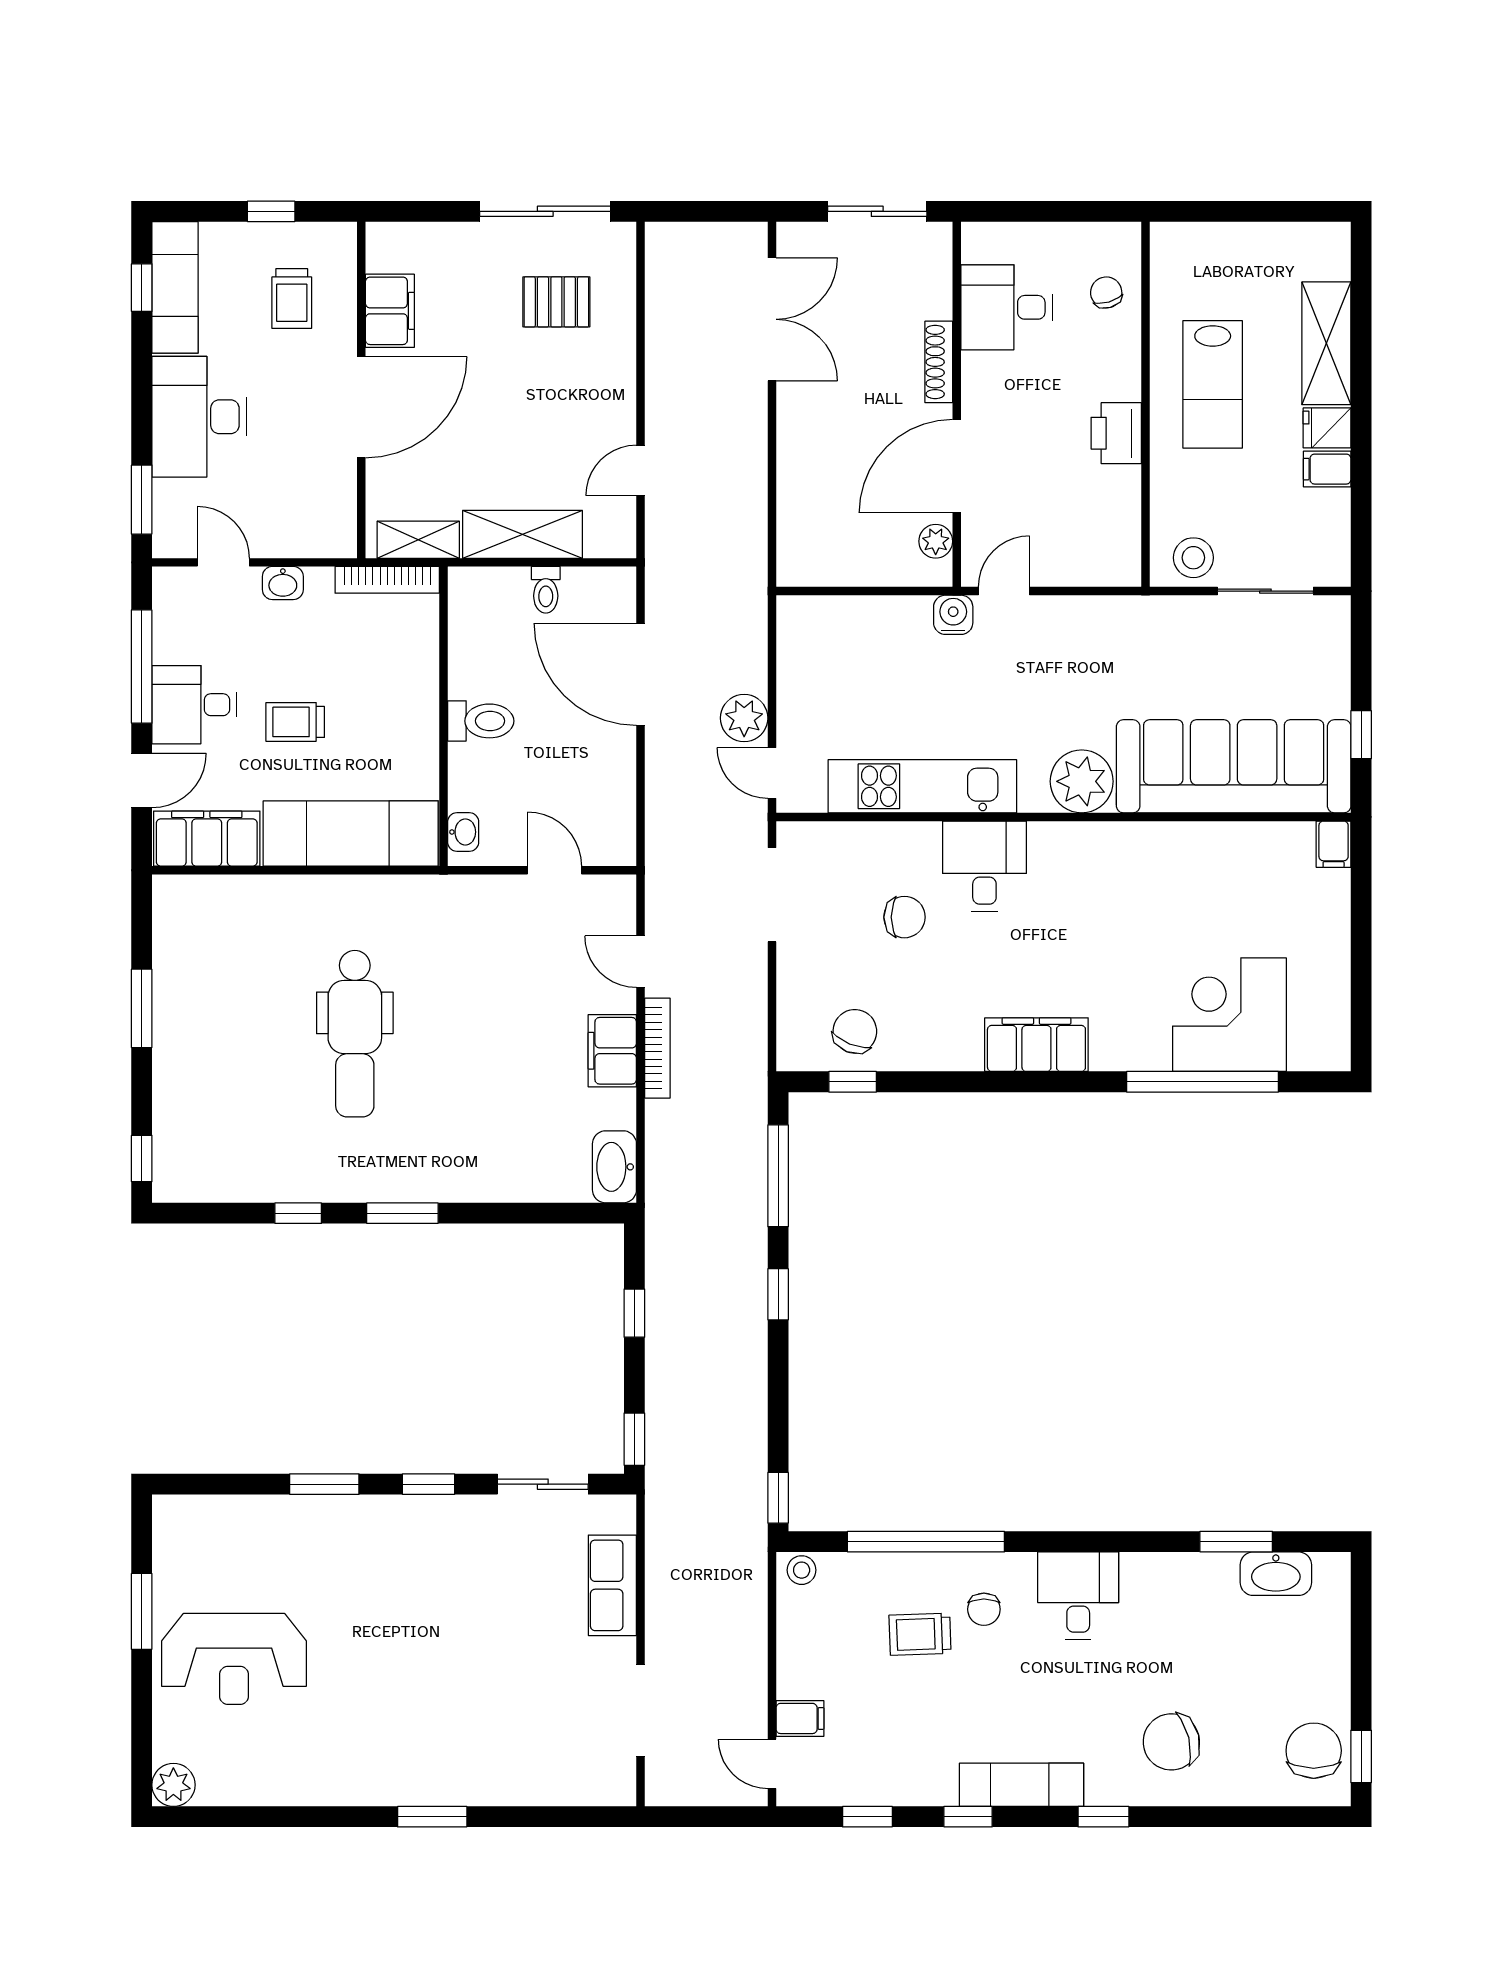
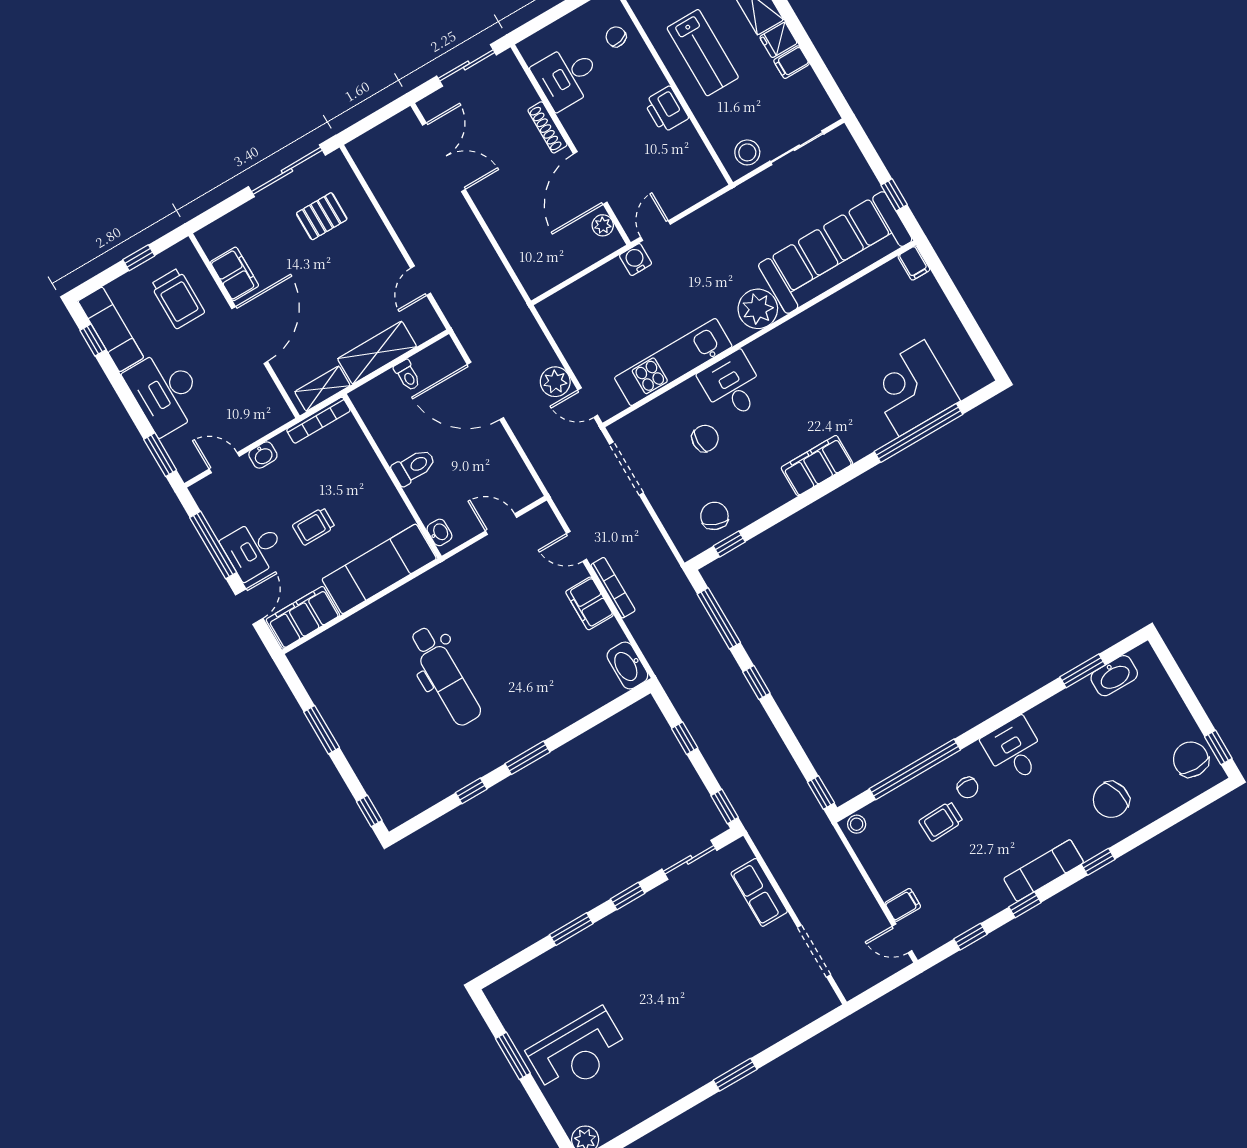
trolley: (292, 299) -> (178, 298), width x1.36, depth x1.39

